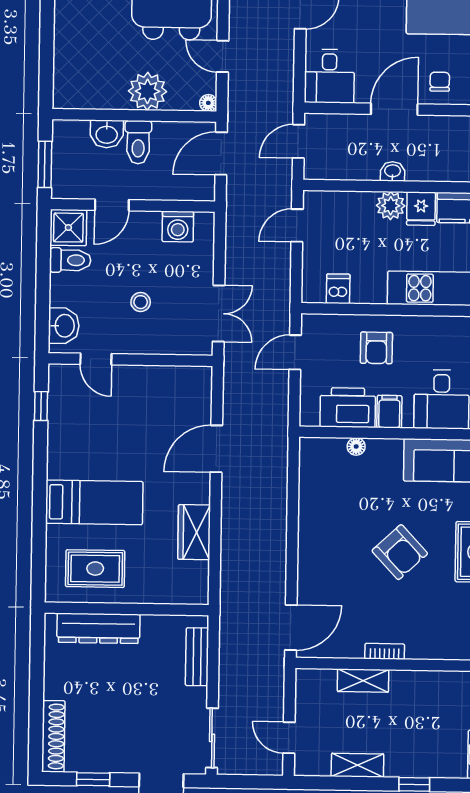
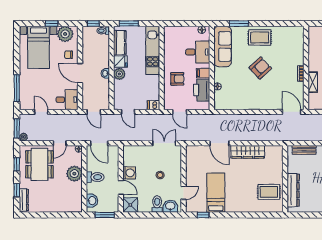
washbasin: (107, 134) -> (92, 201), moved
washing machine: (178, 227) -> (129, 173), moved
toilet: (70, 260) -> (157, 204), moved
dishwasher: (338, 289) -> (153, 105), moved
bed: (94, 502) -> (216, 193), moved
wardrobe: (194, 532) -> (248, 152), width x1.50
rug: (95, 569) -> (269, 192), turned 90

